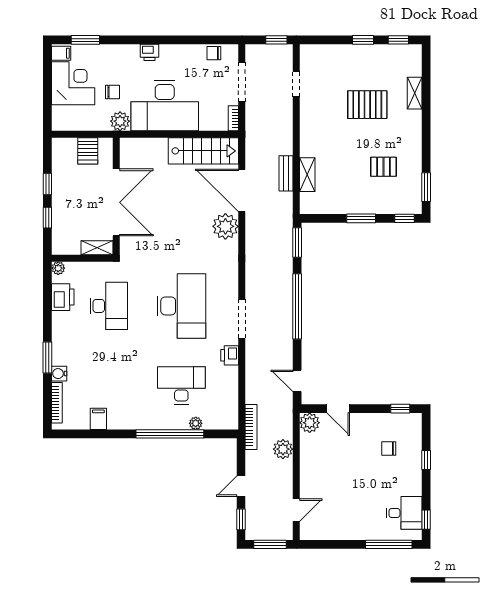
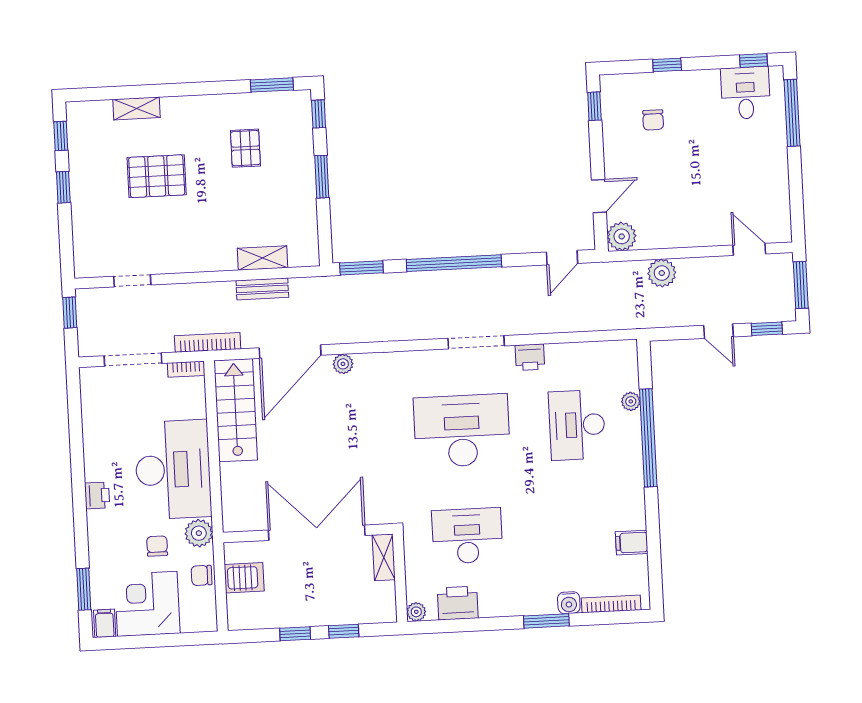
chair: (214, 53) -> (202, 575), moved, turned 90
pallet: (367, 105) -> (157, 176), turned 90
plant: (225, 226) -> (343, 364), width x0.53, depth x0.53
bookcase: (251, 427) -> (208, 342), moved

